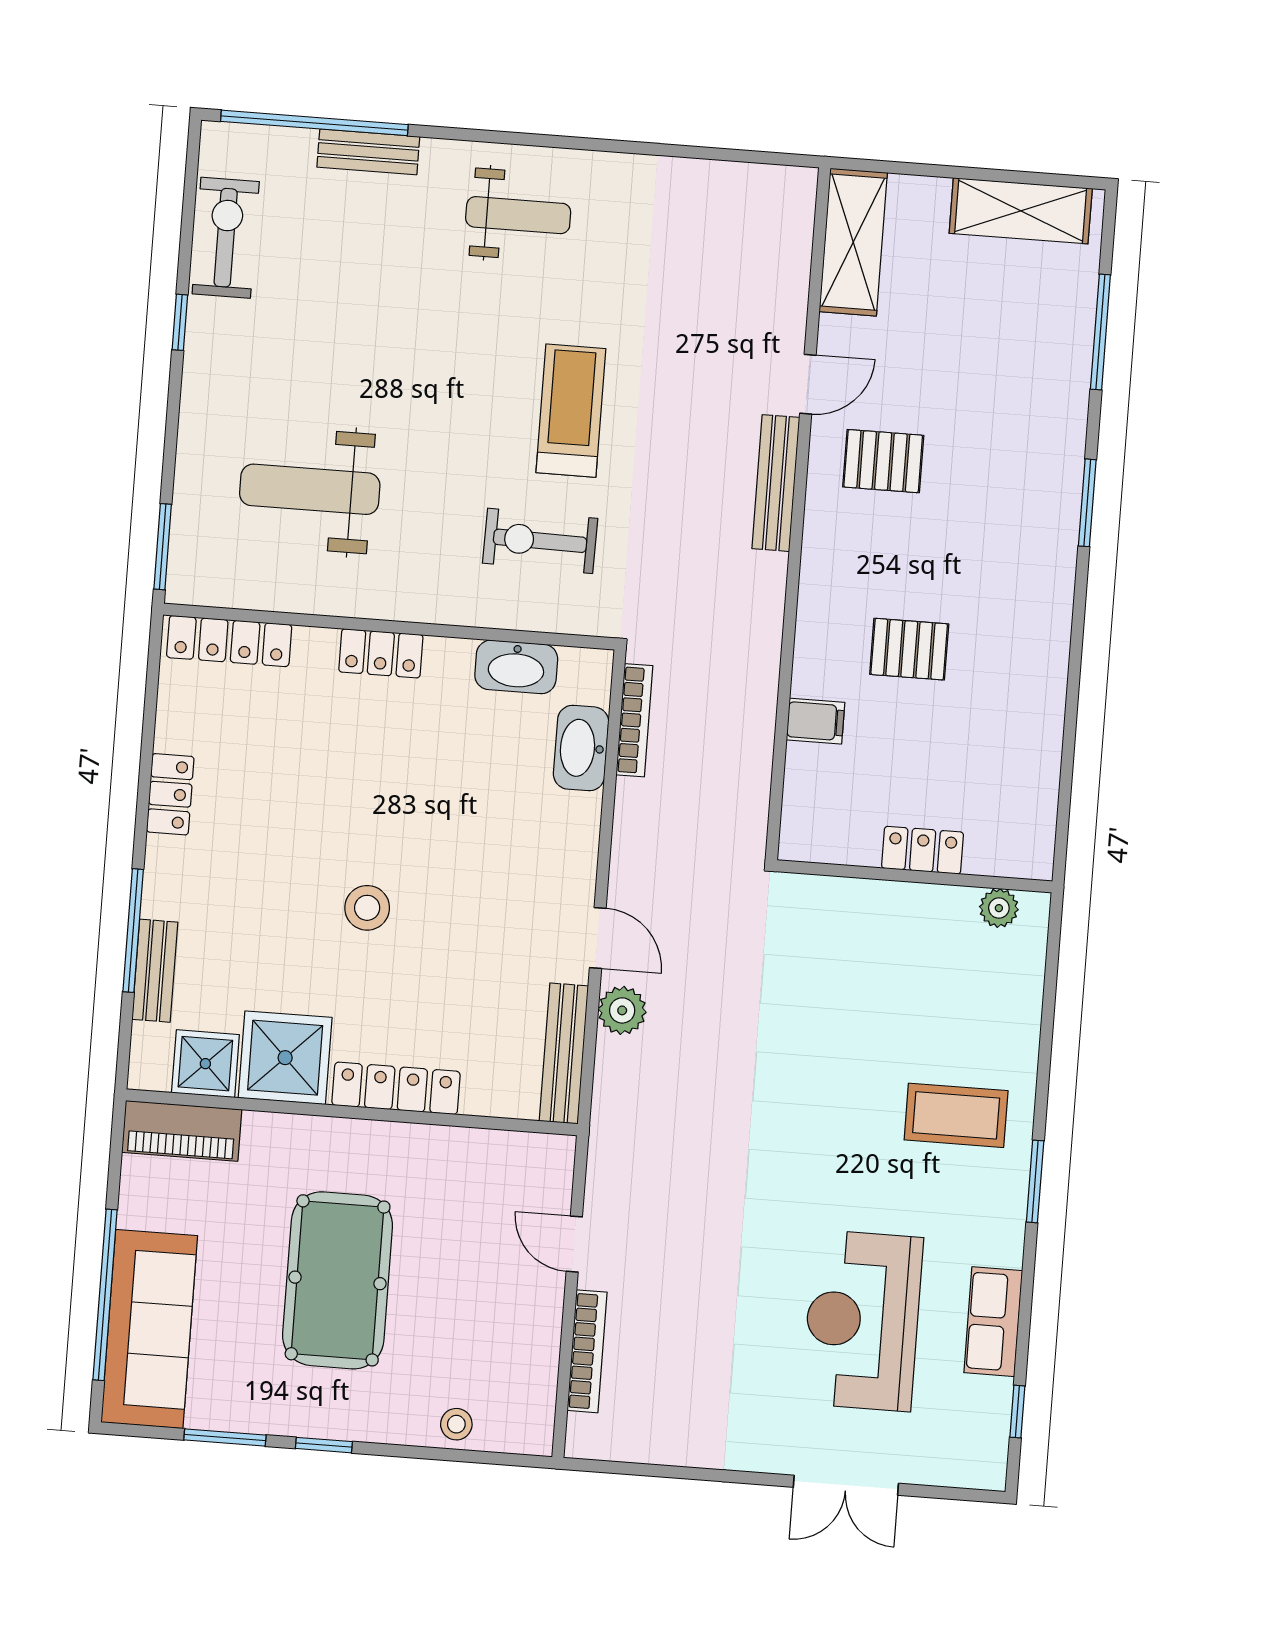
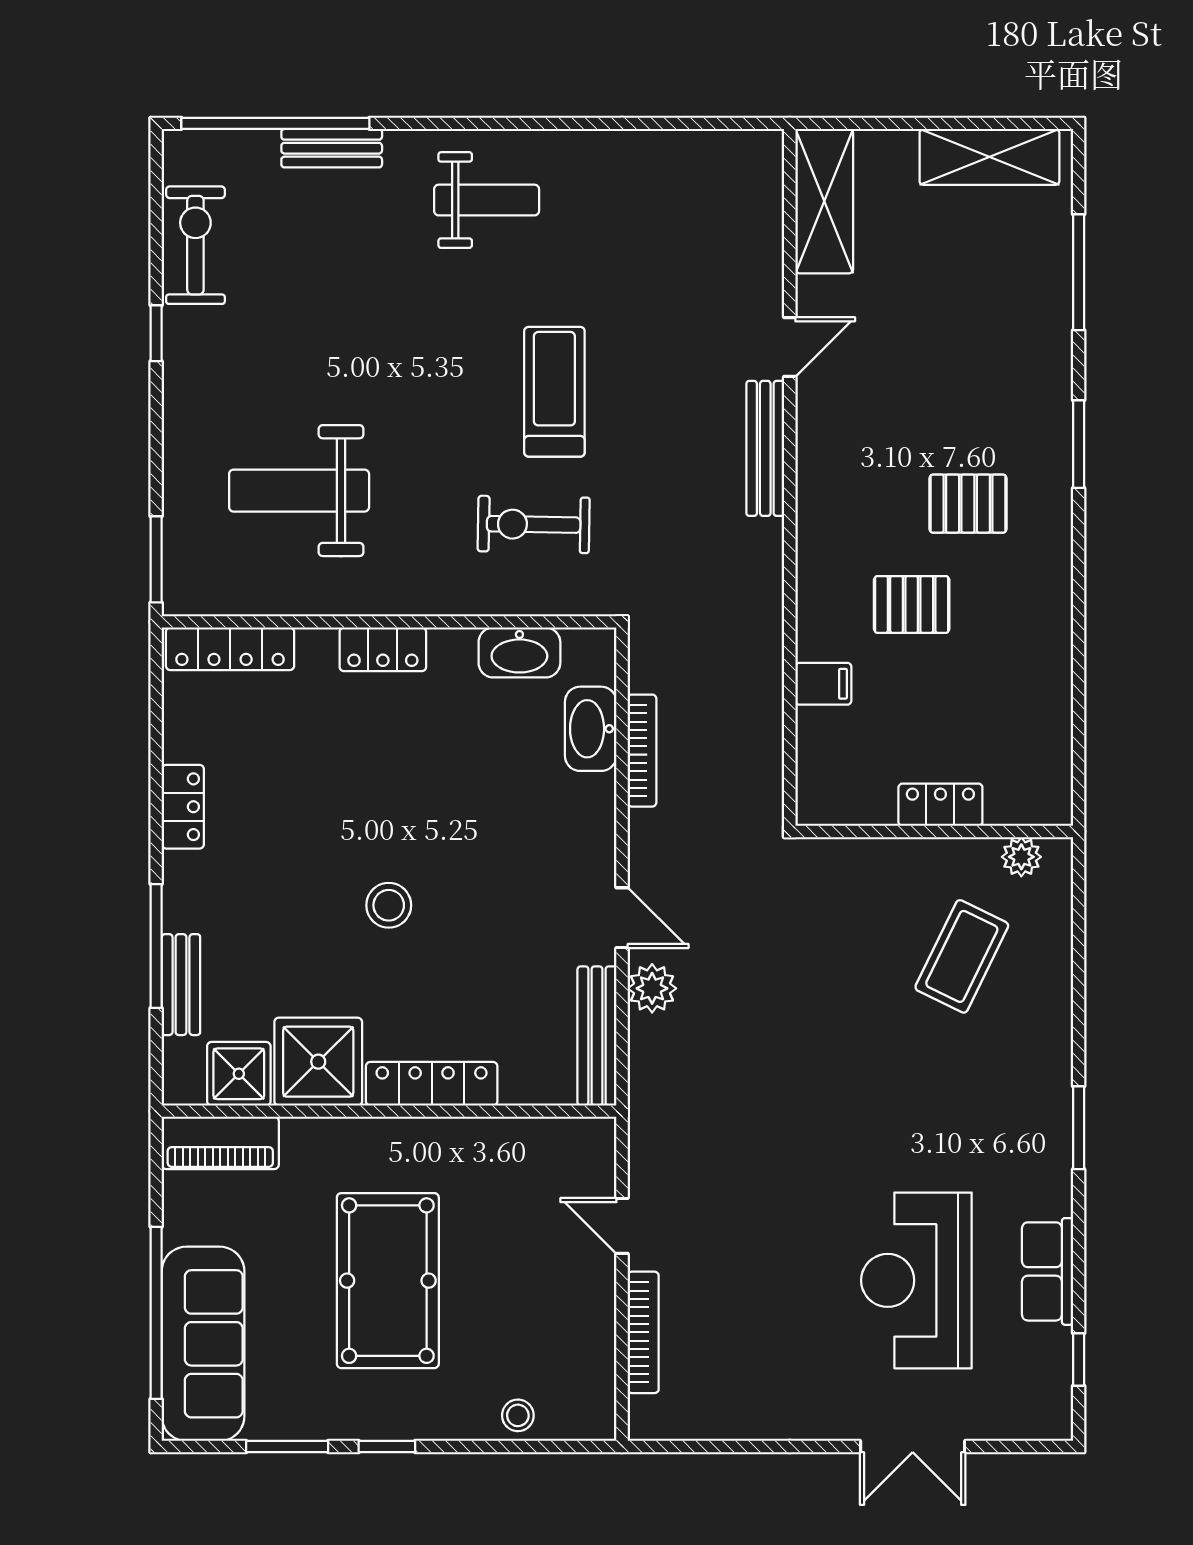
pallet: (883, 461) -> (968, 504), moved
bookcase: (634, 720) -> (642, 751), moved
coffee table: (956, 1115) -> (962, 956), moved, turned -64

